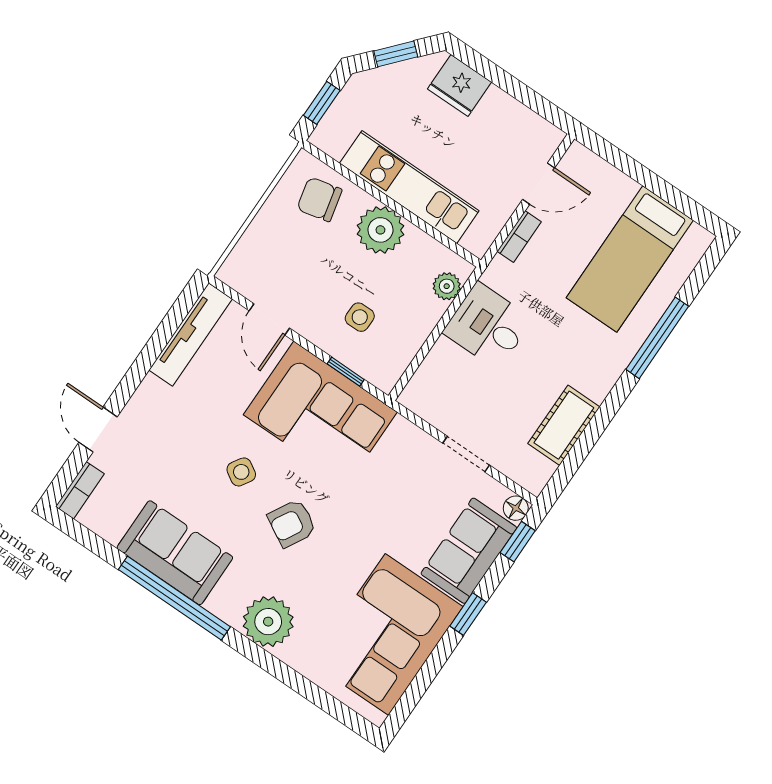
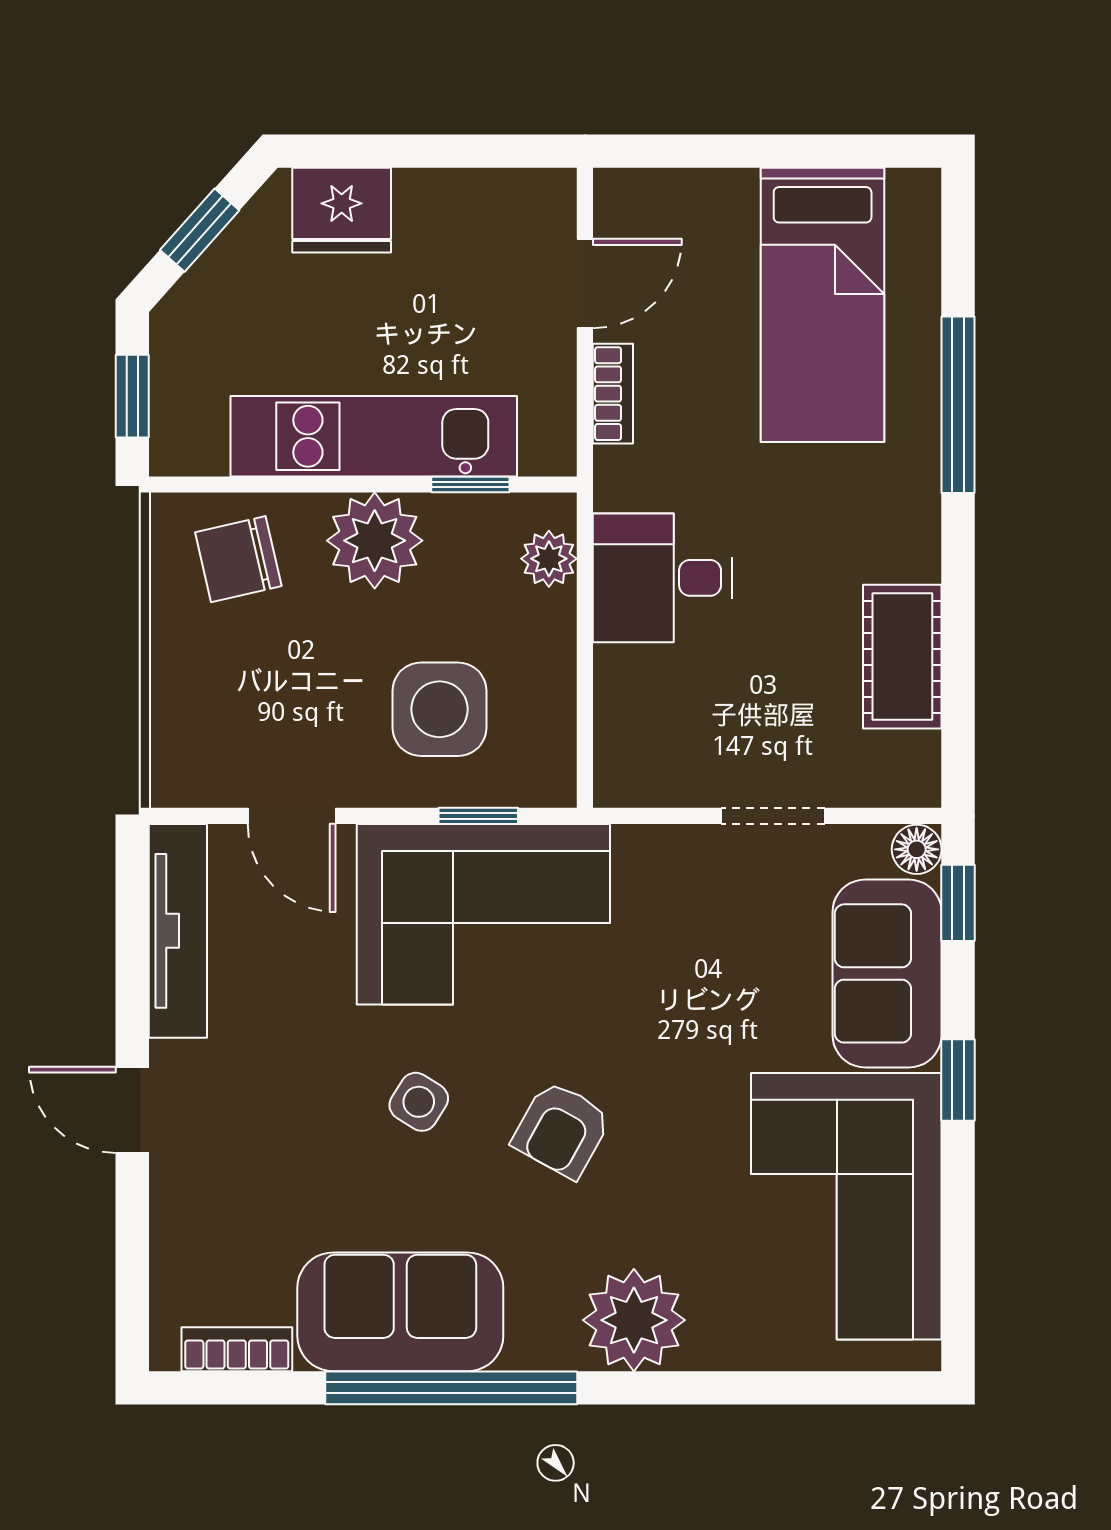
window: (435, 234) -> (470, 485), added
side table: (360, 317) -> (440, 709), width x1.87, depth x1.87
door: (98, 430) -> (132, 1110), moved
bookcase: (80, 490) -> (237, 1349), moved, turned -90

